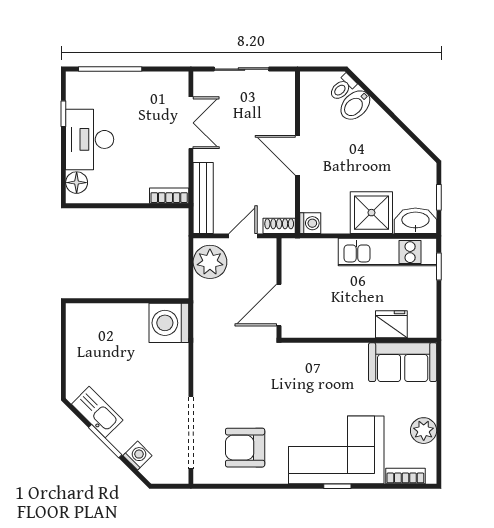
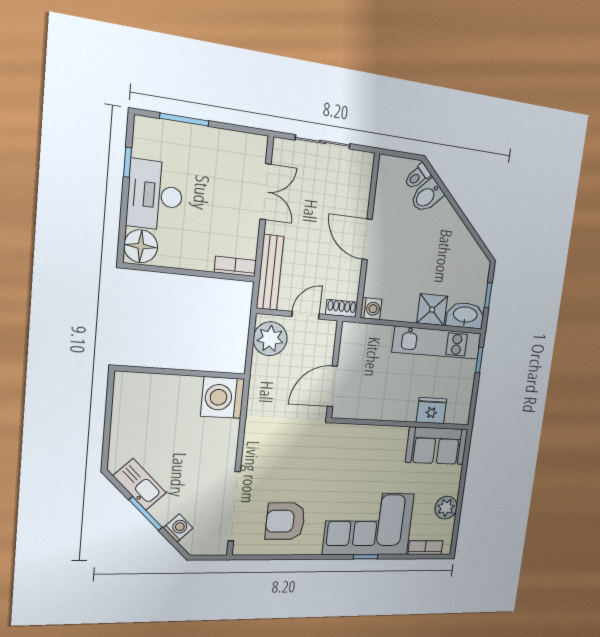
window: (110, 69) -> (184, 120), width x0.69
floor lamp: (77, 183) -> (141, 246), width x1.38, depth x1.38
shower: (371, 213) -> (432, 310), width x0.73, depth x0.73

